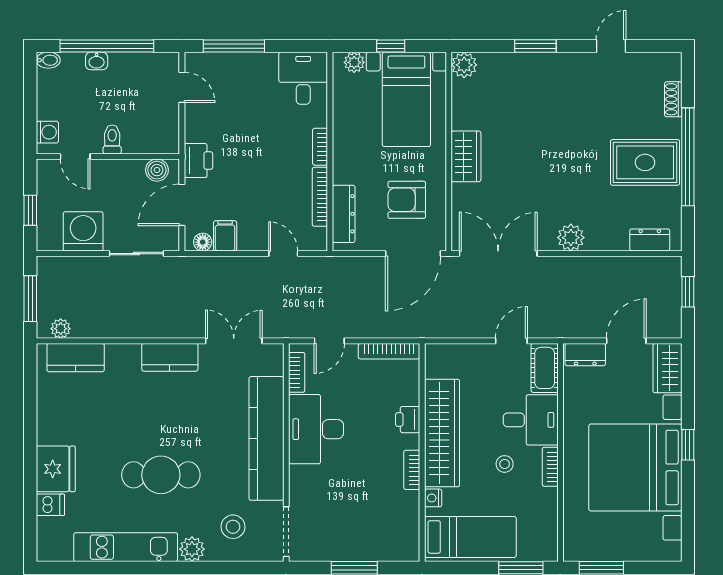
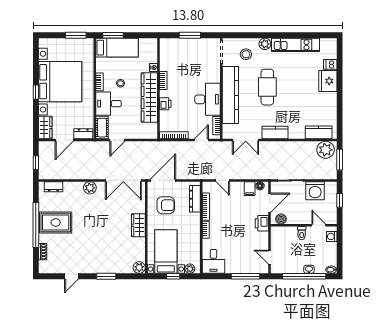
plant: (61, 329) -> (326, 150), width x1.88, depth x1.88
cafe table: (161, 475) -> (267, 87), moved, turned 90
bed: (470, 537) -> (117, 48), moved, turned 180

